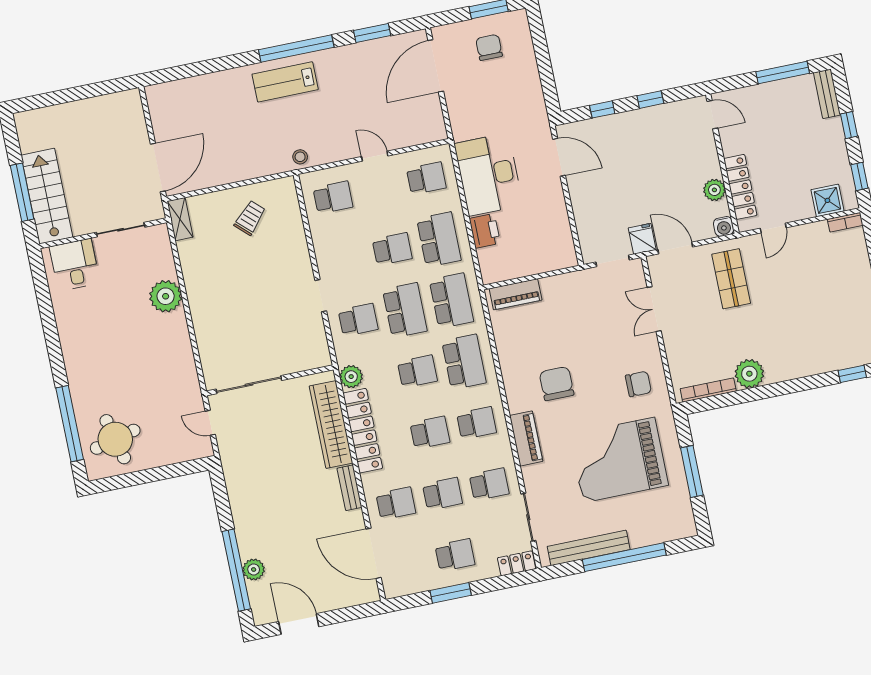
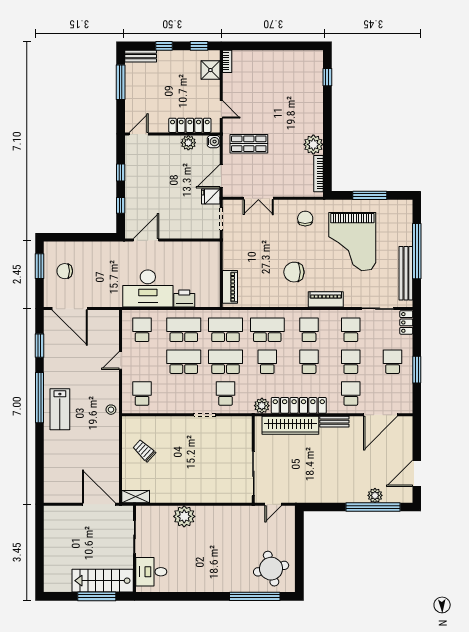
school desk: (392, 249) -> (184, 362), width x1.85

